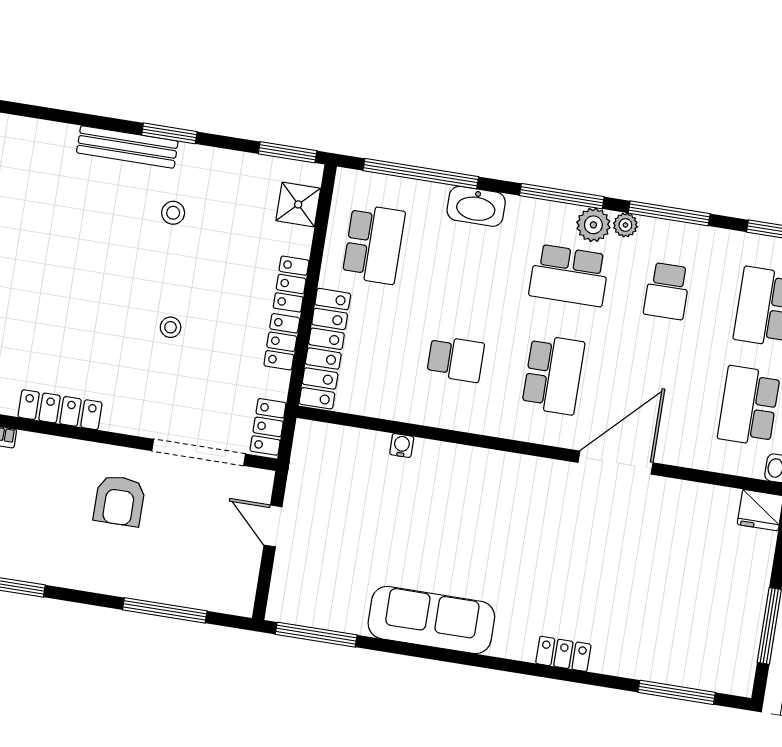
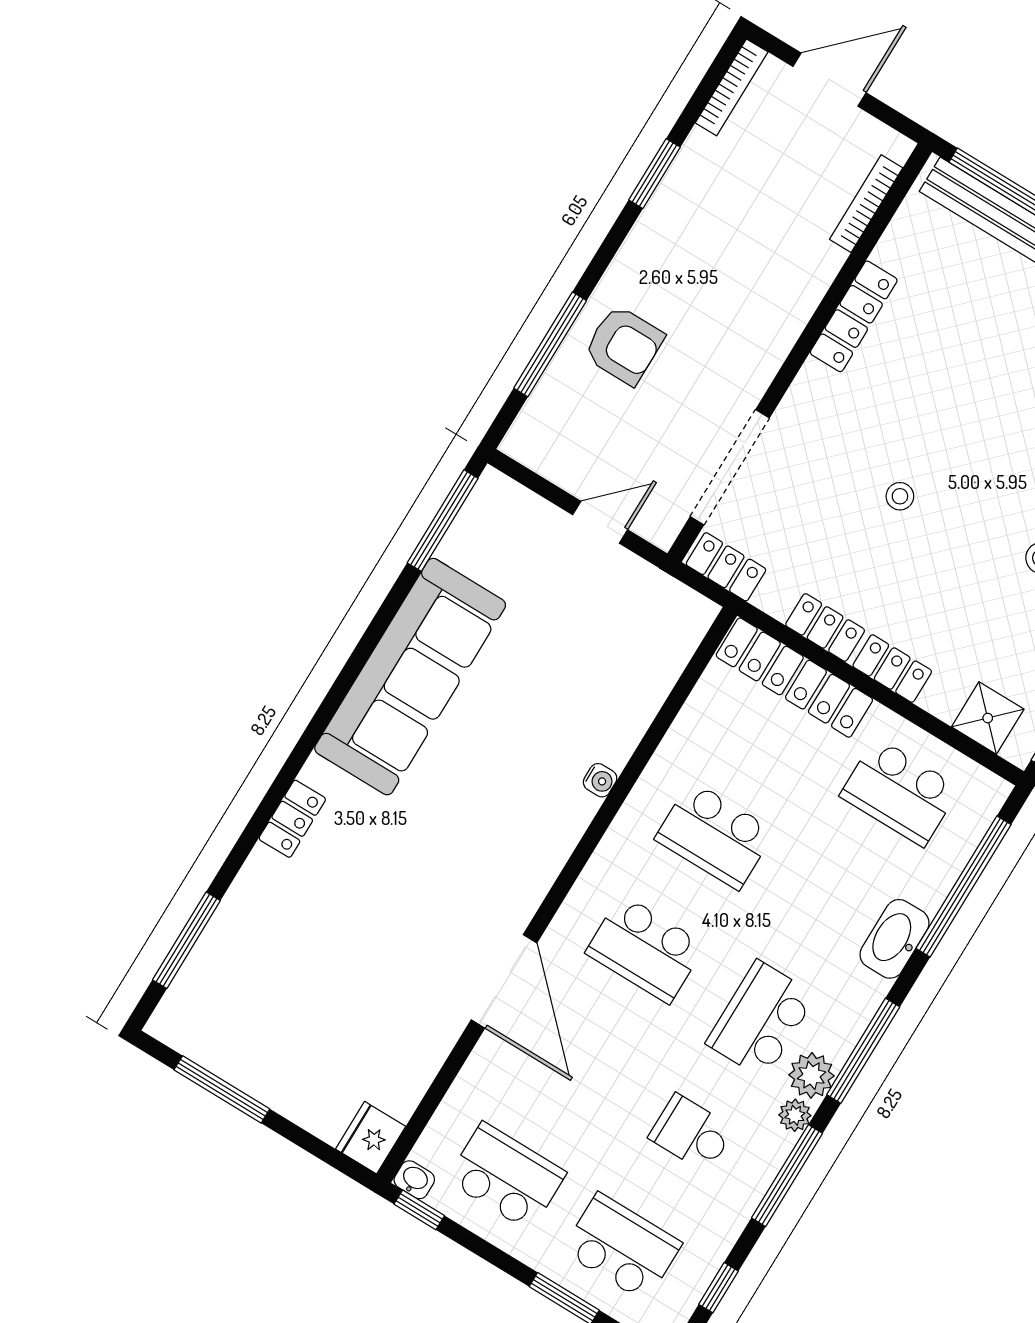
school desk: (456, 359) -> (715, 835), width x1.85
water cooler: (402, 446) -> (600, 780), moved
armchair: (119, 501) -> (624, 345), moved, turned 180
sofa: (431, 620) -> (410, 677), width x1.36, depth x1.27

